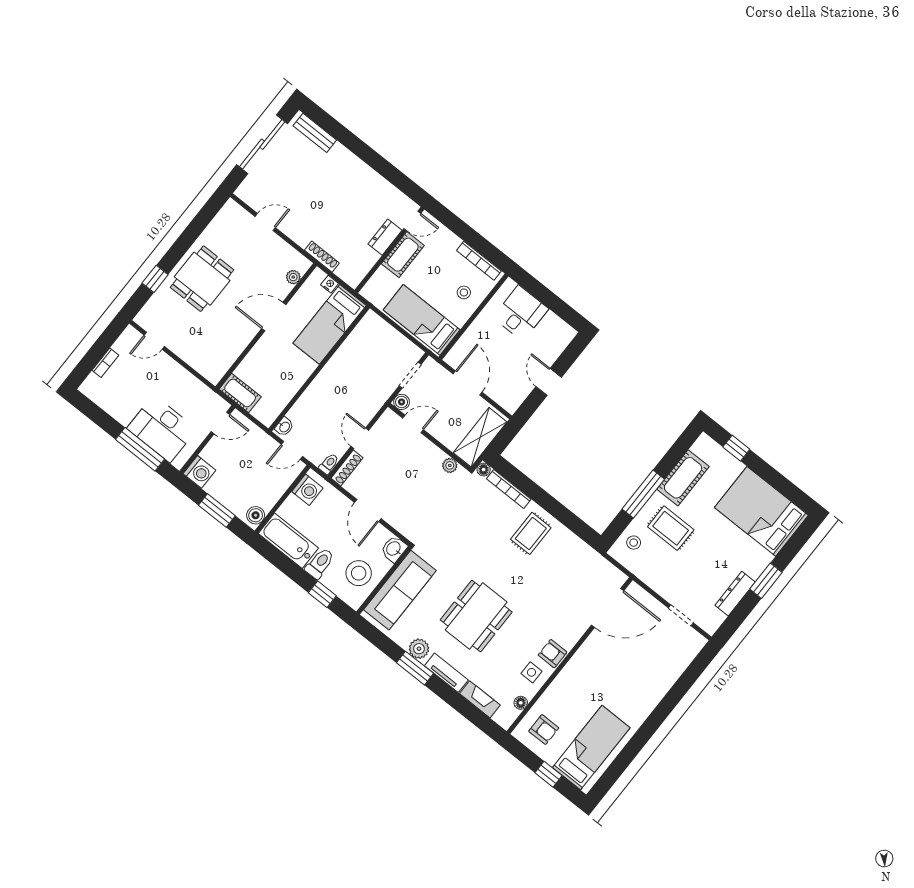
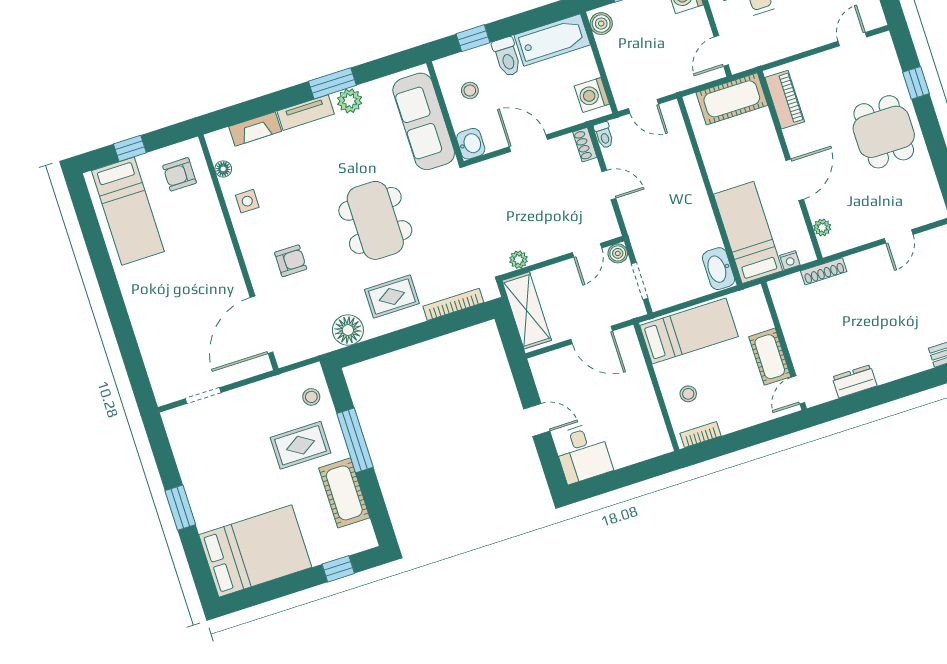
dresser: (385, 237) -> (855, 381), moved, turned -90
bookcase: (479, 261) -> (700, 435), width x0.64
desk: (521, 313) -> (583, 453), moved
piano: (225, 359) -> (785, 100), added
cot: (240, 393) -> (732, 99), width x1.37, depth x1.34
washbasin: (284, 427) -> (719, 269), moved, width x1.91, depth x1.45
door: (292, 450) -> (643, 106), swing flipped
shoe rack: (347, 468) -> (585, 145), width x0.70
floor lamp: (484, 470) -> (348, 330), moved, width x1.89, depth x1.89
rug: (531, 533) -> (392, 297), turned 90
stool: (359, 573) -> (470, 90), width x0.53, depth x0.53
dresser: (735, 594) -> (188, 467), removed
dining table: (476, 616) -> (375, 220), moved
armchair: (553, 654) -> (291, 261), moved

